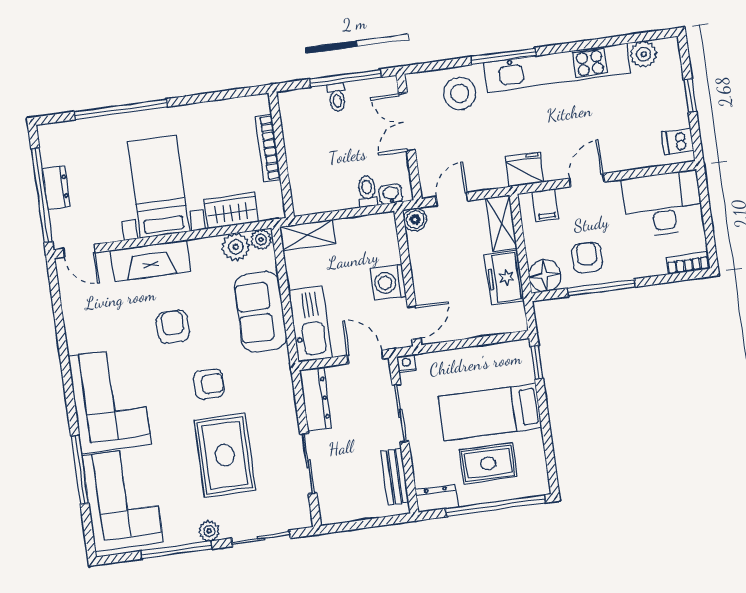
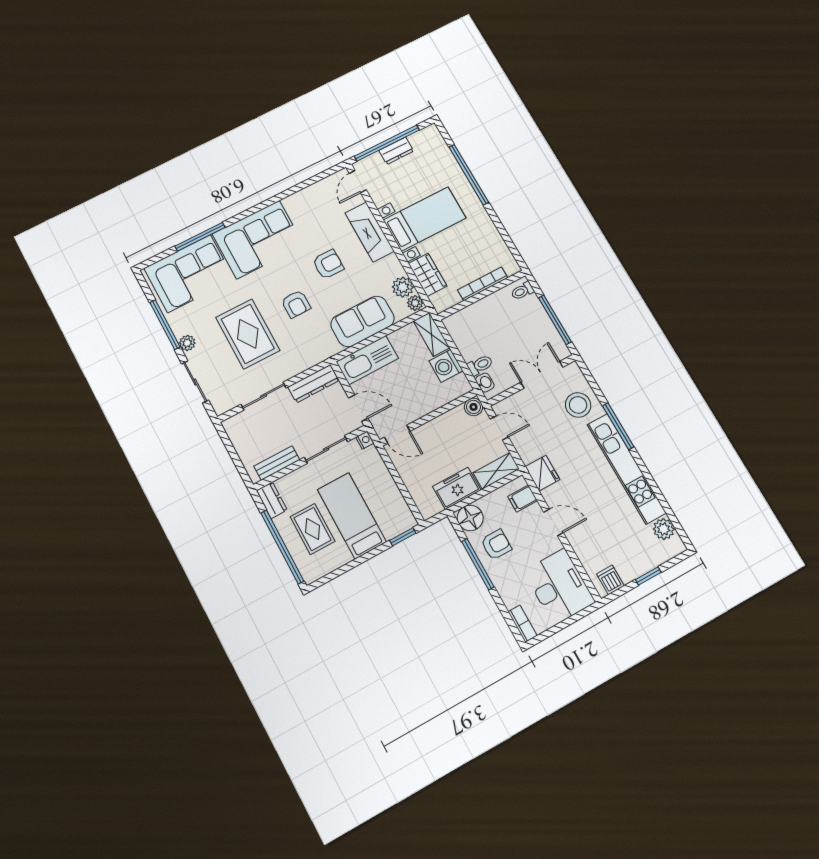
toilet: (337, 97) -> (522, 291), moved
washing machine: (388, 282) -> (446, 366), moved, turned -90
door: (365, 357) -> (358, 408), hinge flipped
rug: (225, 455) -> (248, 334), turned 90

